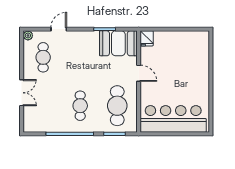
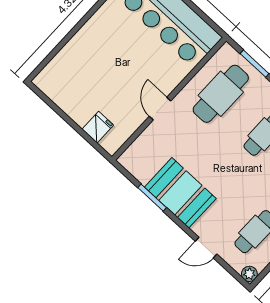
fridge: (147, 38) -> (98, 127), moved
booth: (118, 43) -> (180, 193), moved

